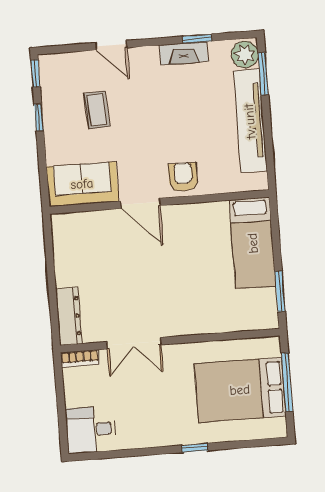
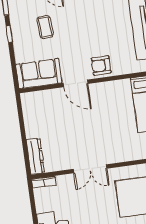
armchair: (183, 177) -> (101, 65), turned -90
double door: (134, 343) -> (90, 169), moved

